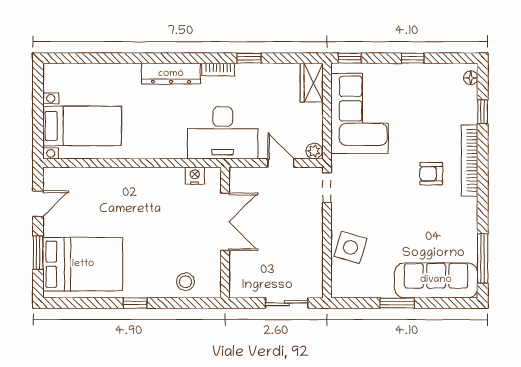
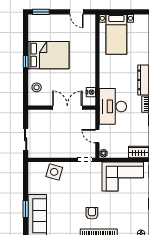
door: (281, 163) -> (97, 136), swing flipped
double door: (225, 222) -> (67, 108), swing flipped
window: (38, 253) -> (41, 12), moved
bed: (83, 264) -> (49, 55), moved, turned -90
window: (397, 303) -> (26, 209), moved

